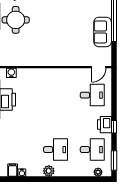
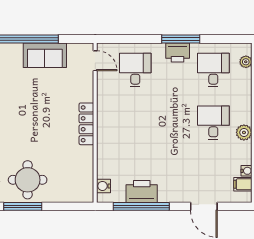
locker: (55, 61) -> (86, 124), added
window: (114, 127) -> (181, 39), width x2.17
window: (114, 160) -> (229, 39), removed

